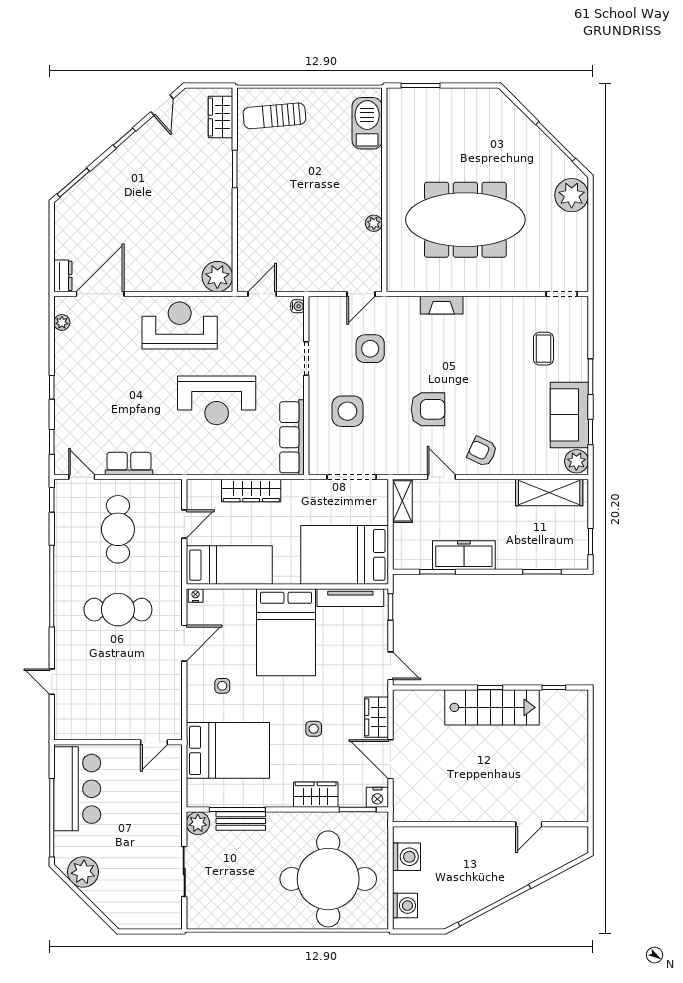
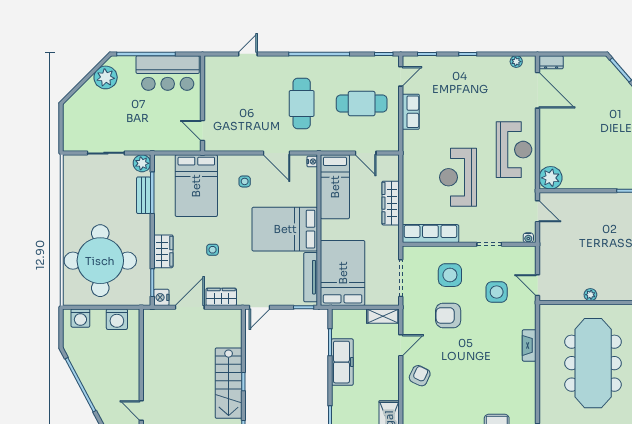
armchair: (428, 409) -> (448, 315), moved, turned 90

